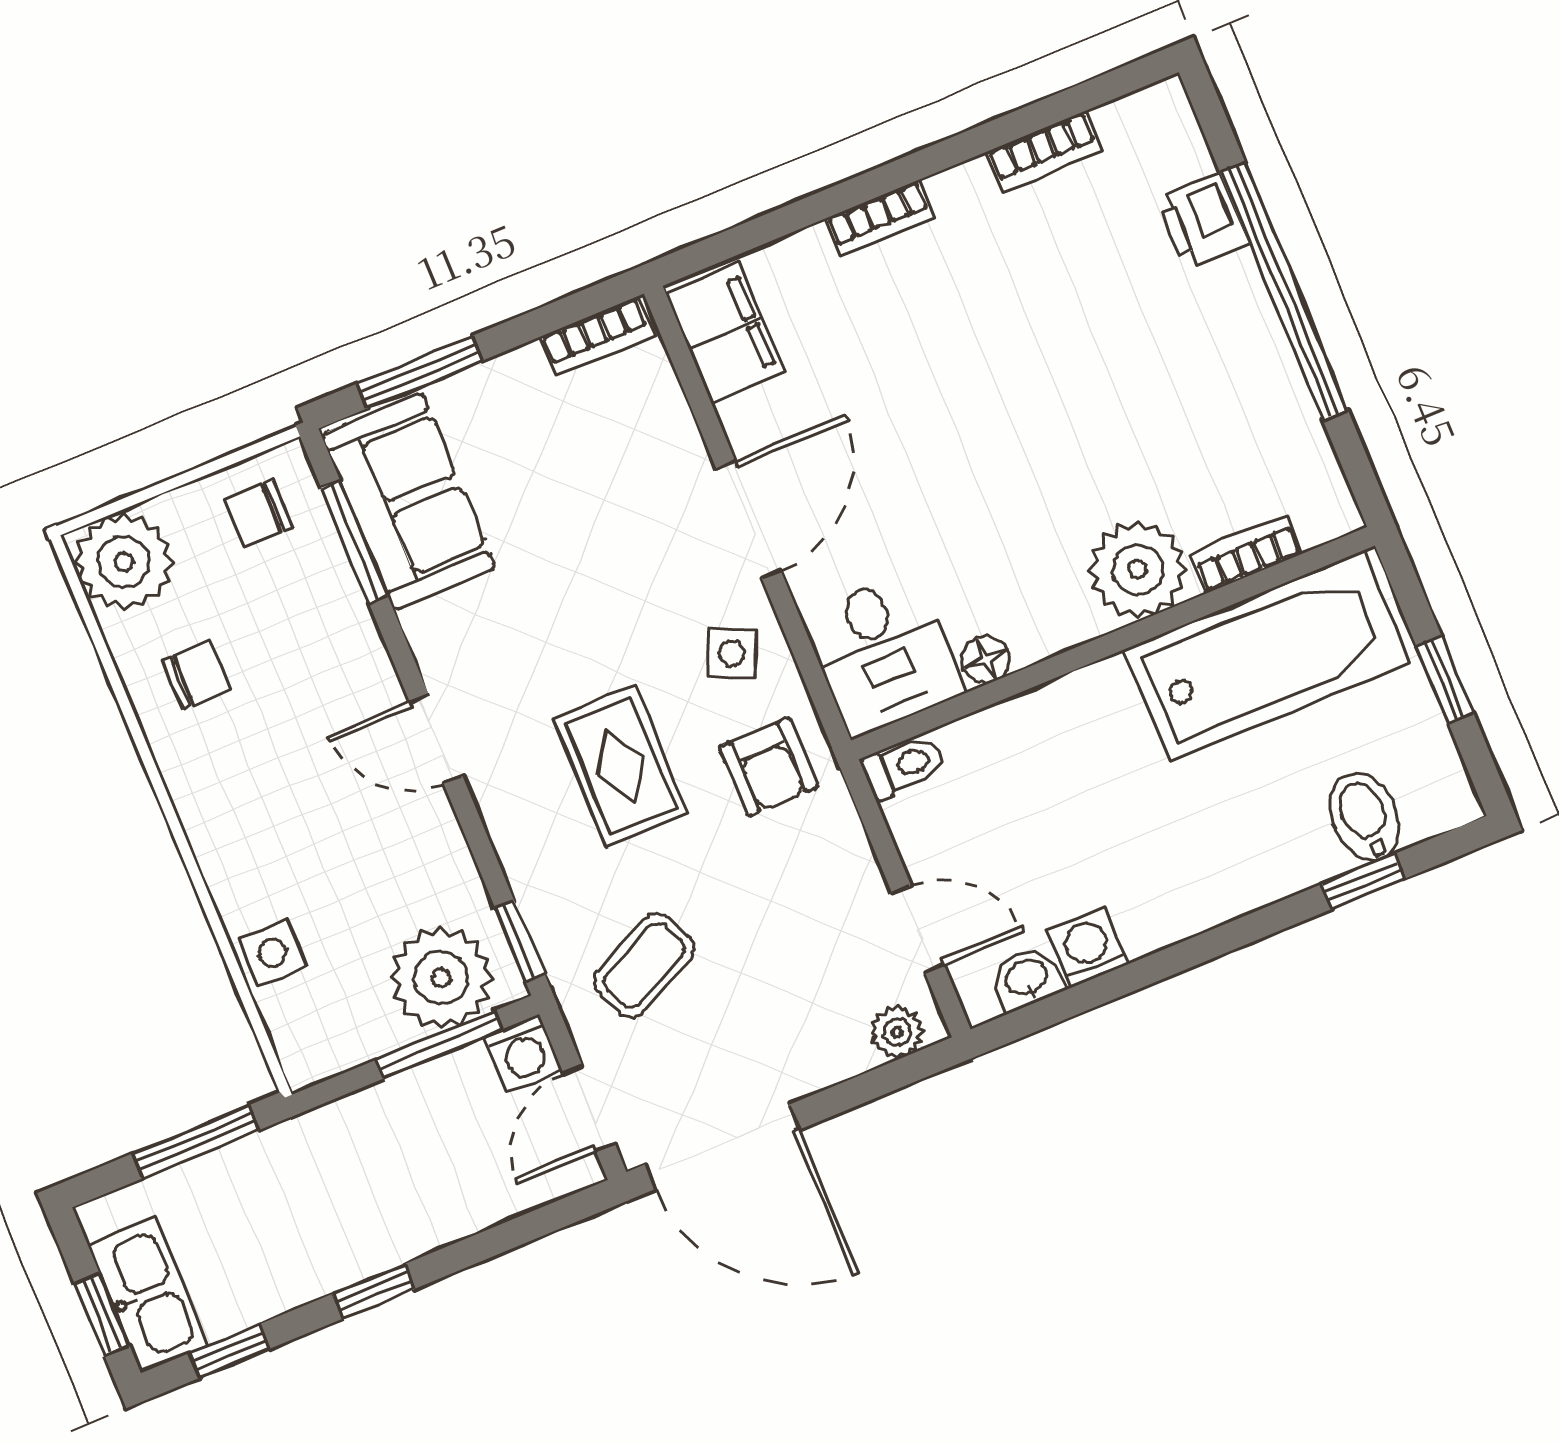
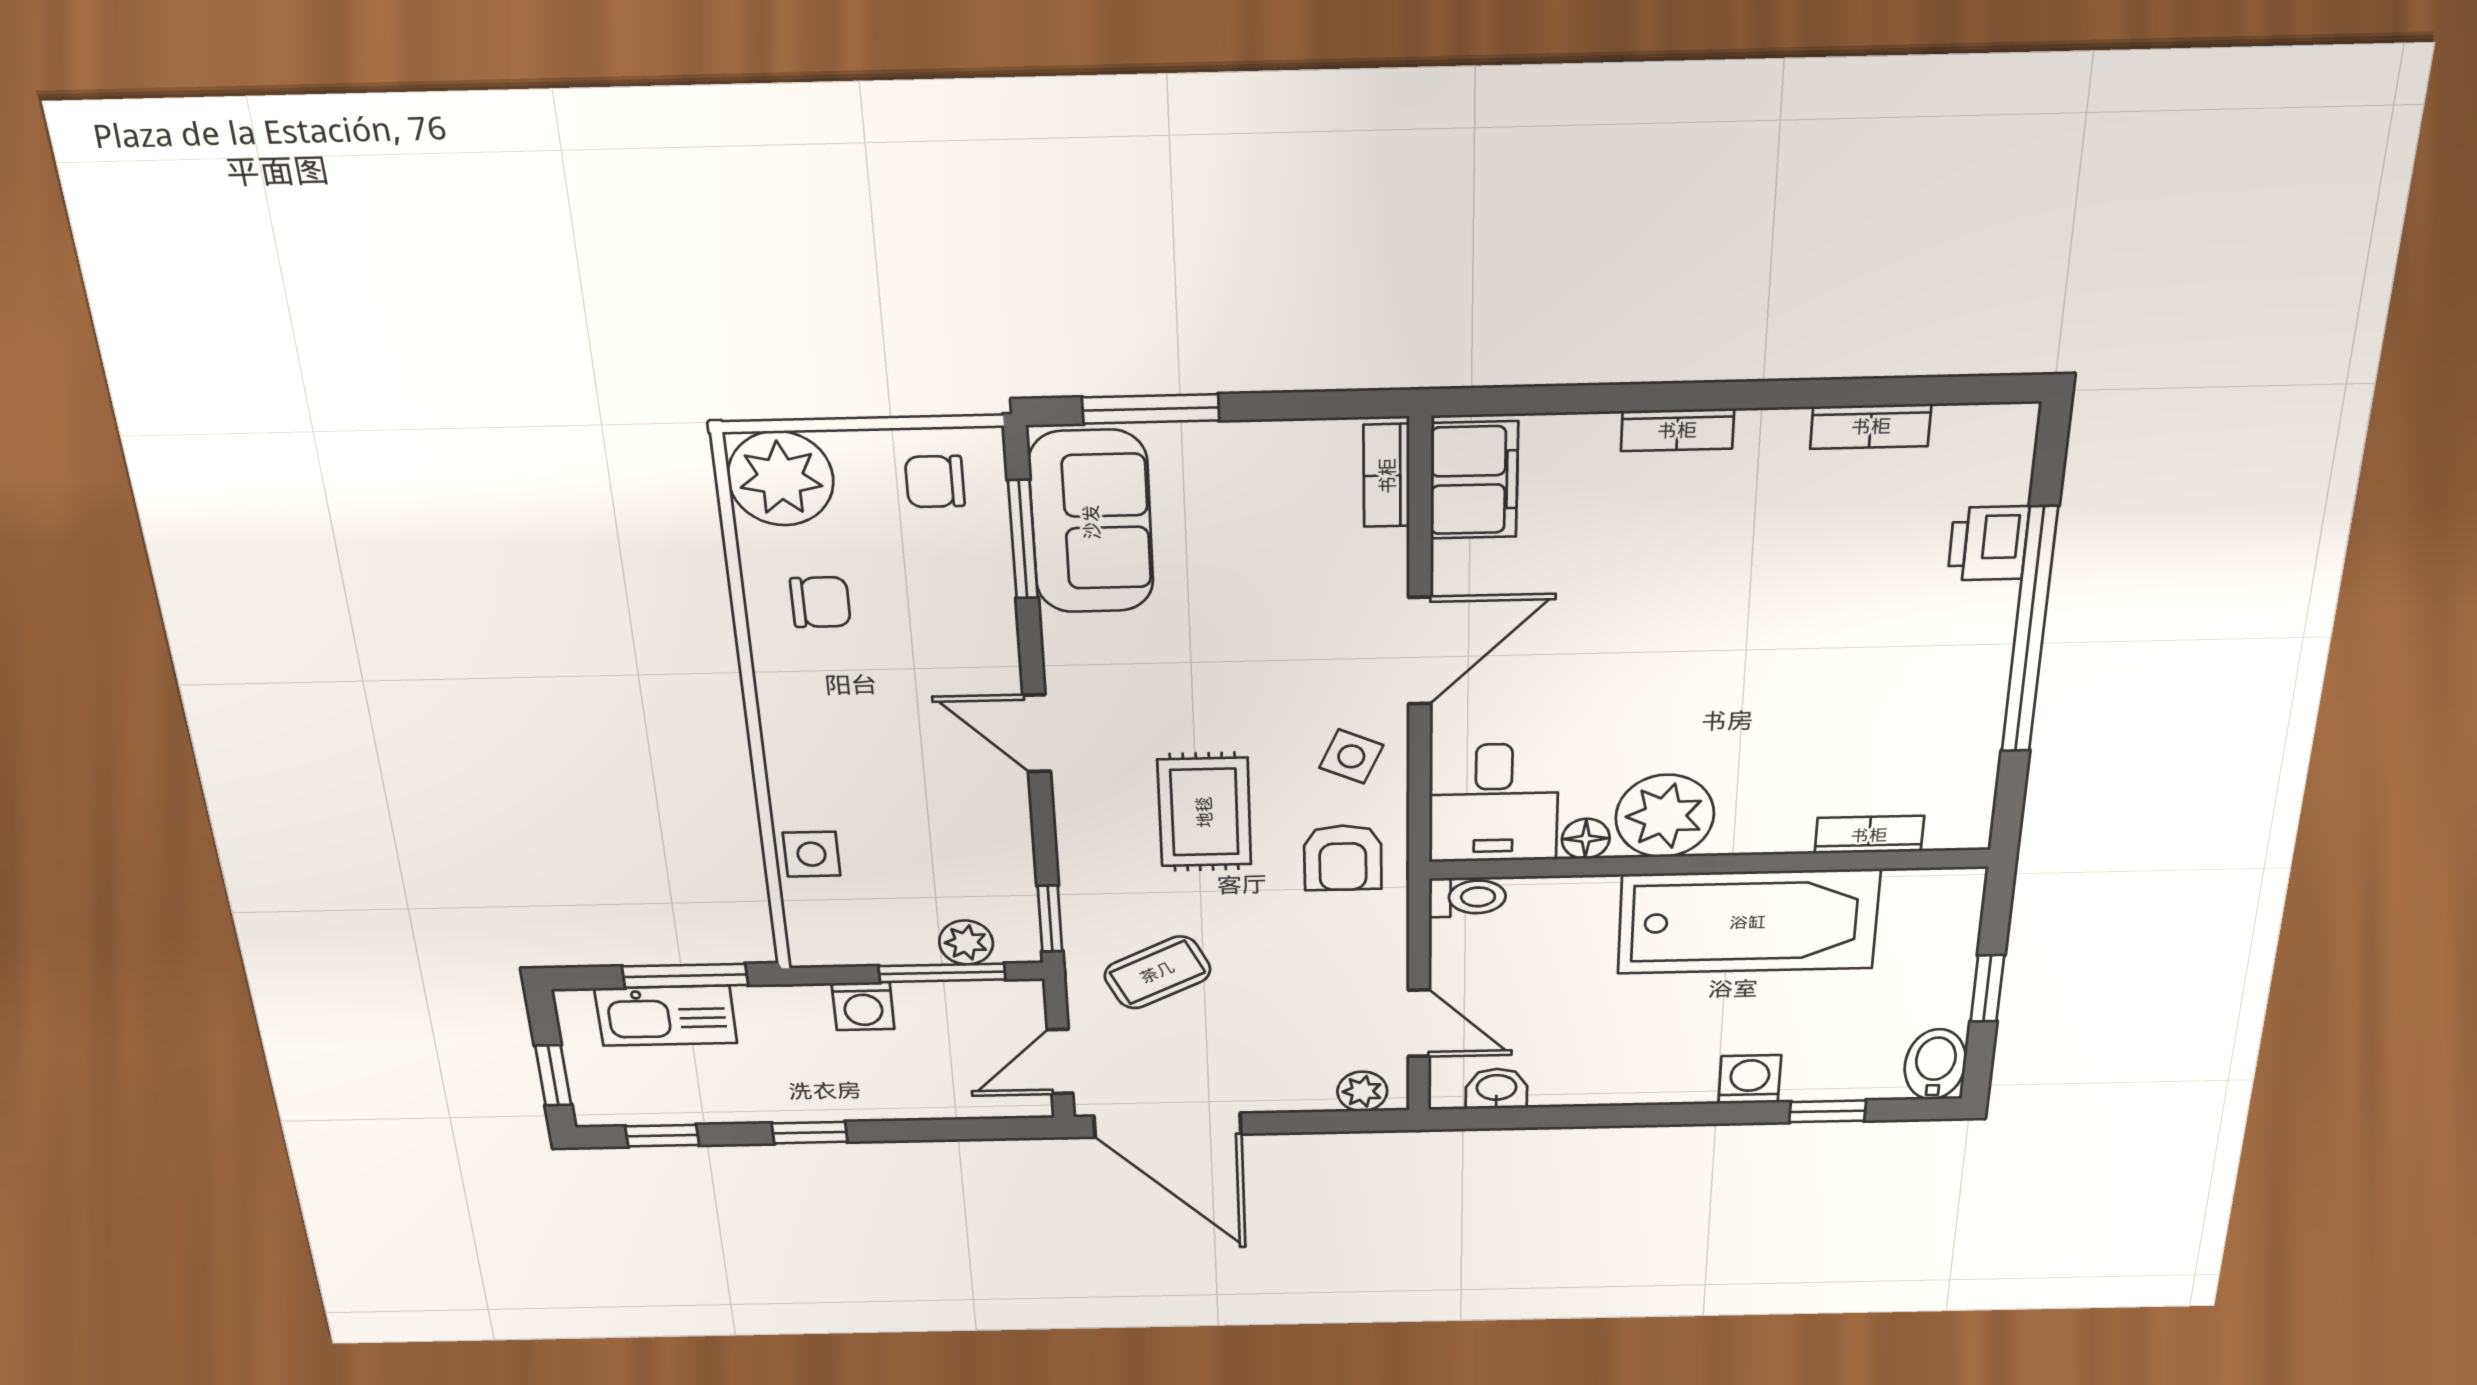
bookcase: (597, 336) -> (1387, 476), moved, turned 90
plant: (1138, 570) -> (1665, 816), moved
bathtub: (1267, 656) -> (1748, 922), moved
bidet: (1365, 817) -> (1935, 1064), moved
washing machine: (1088, 947) -> (1750, 1079), moved
plant: (441, 978) -> (966, 942), width x0.53, depth x0.53
washing machine: (523, 1053) -> (863, 1006), moved
kitchen sink: (148, 1295) -> (666, 1016), moved, turned 90

